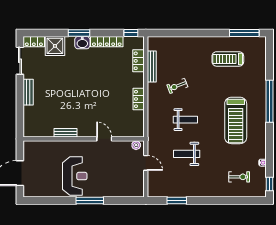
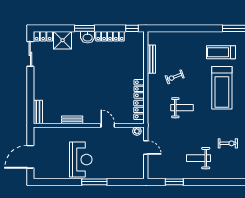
locker: (139, 61) -> (139, 110), moved
bench: (28, 92) -> (38, 112), moved
treadmill: (236, 120) -> (222, 88), moved
weight bench: (187, 154) -> (199, 158), moved
exercise bike: (239, 177) -> (228, 143), moved

